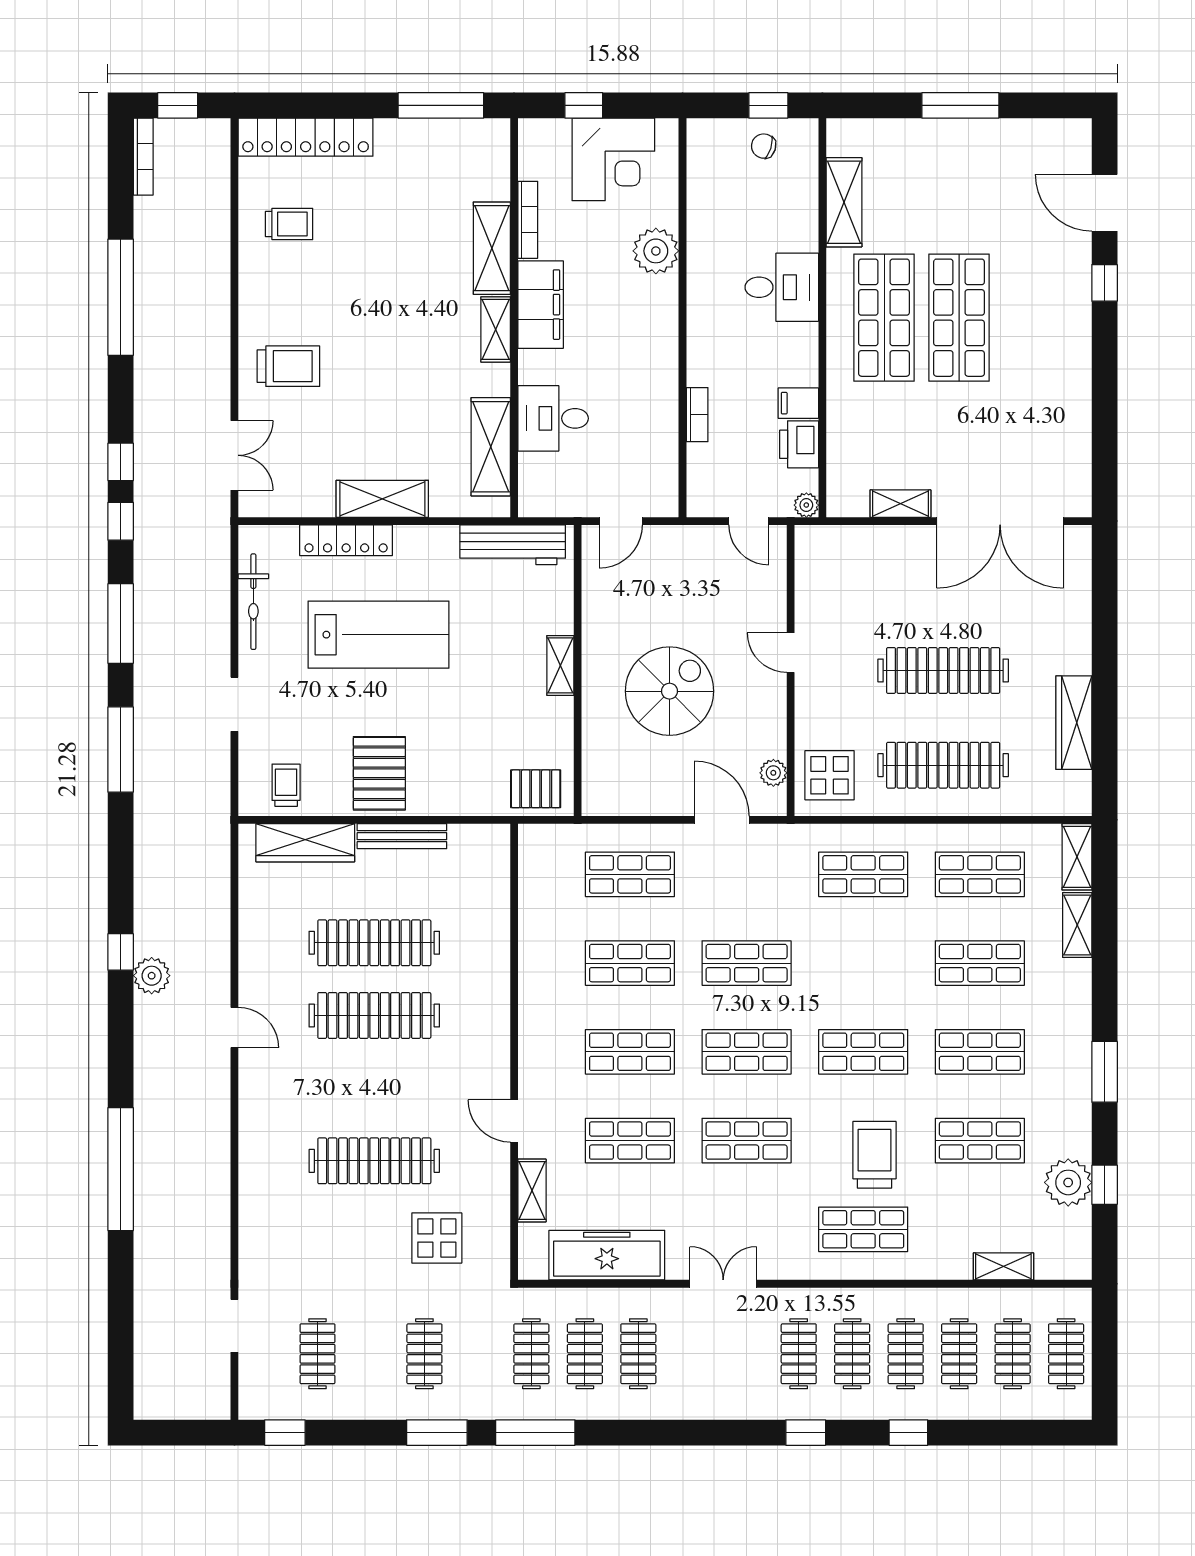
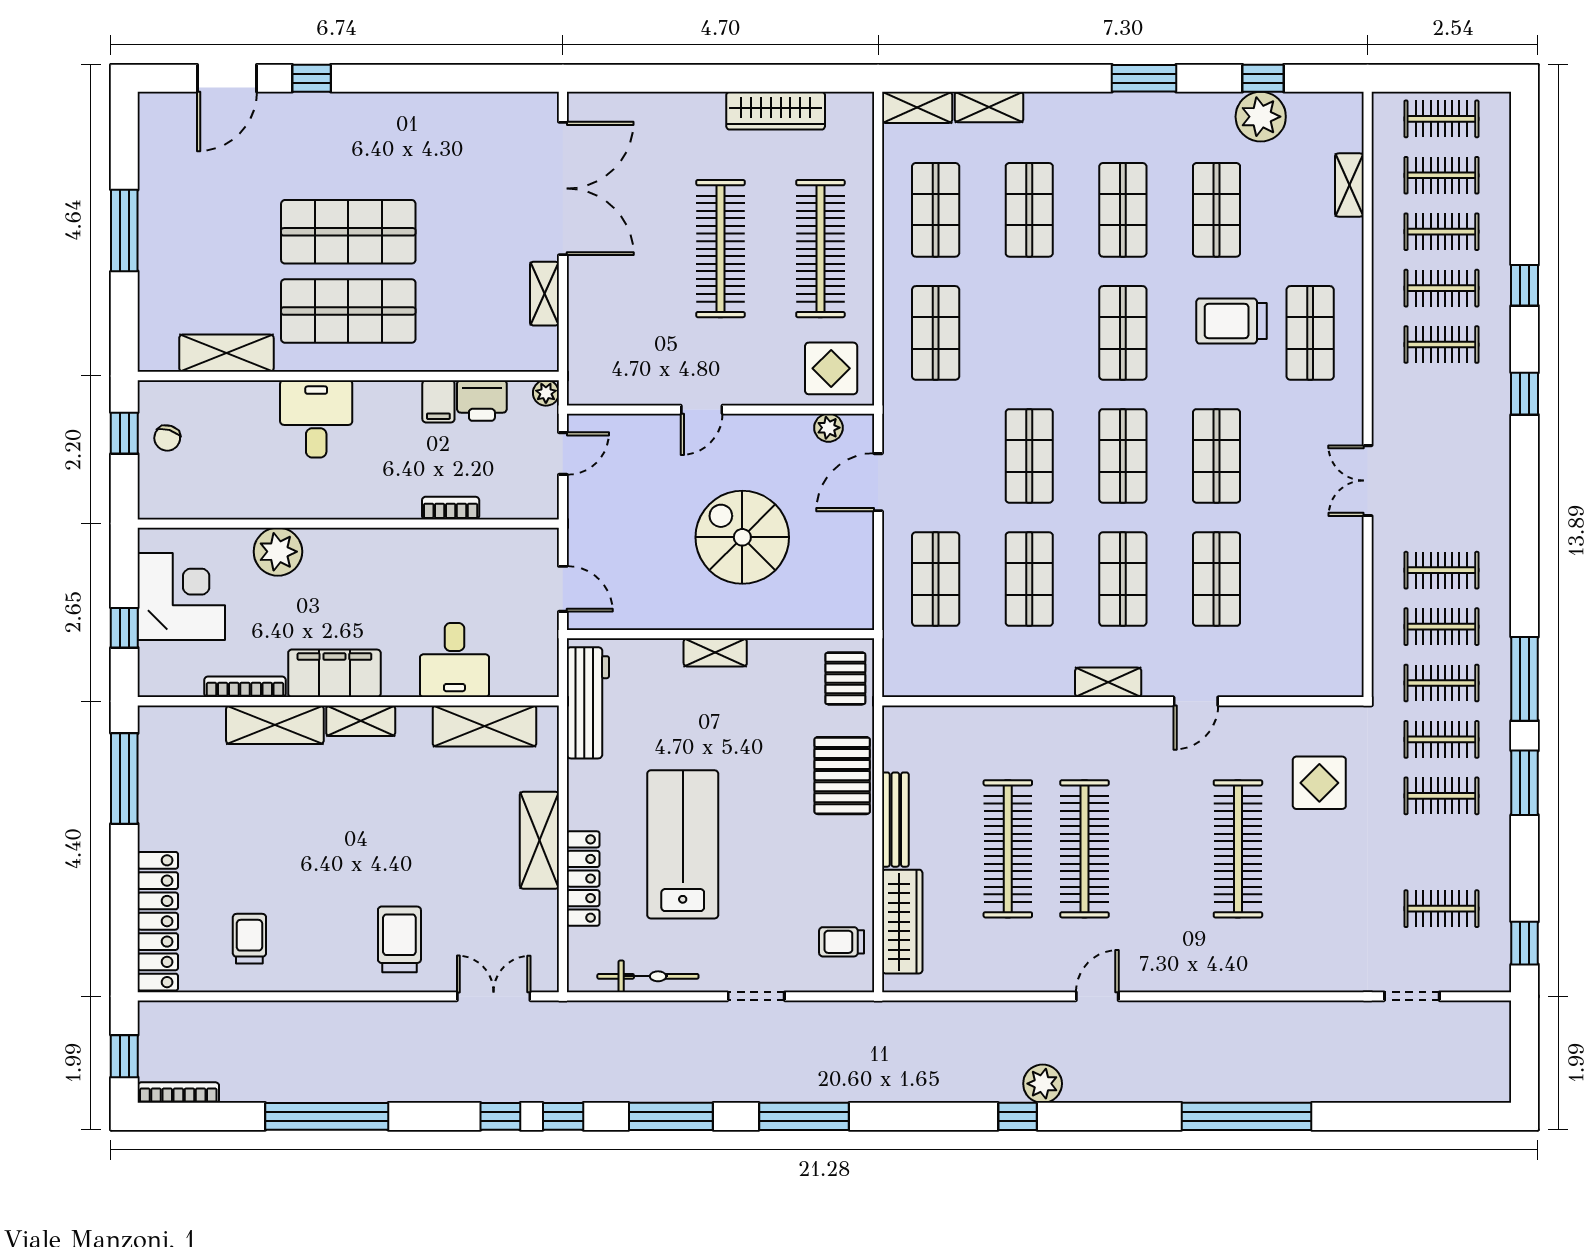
pallet: (379, 773) -> (842, 776), moved, turned 90
shelving: (532, 1191) -> (1108, 682), moved
freezer: (607, 1255) -> (1337, 603), removed
clothes rail: (799, 1354) -> (1441, 739), moved

